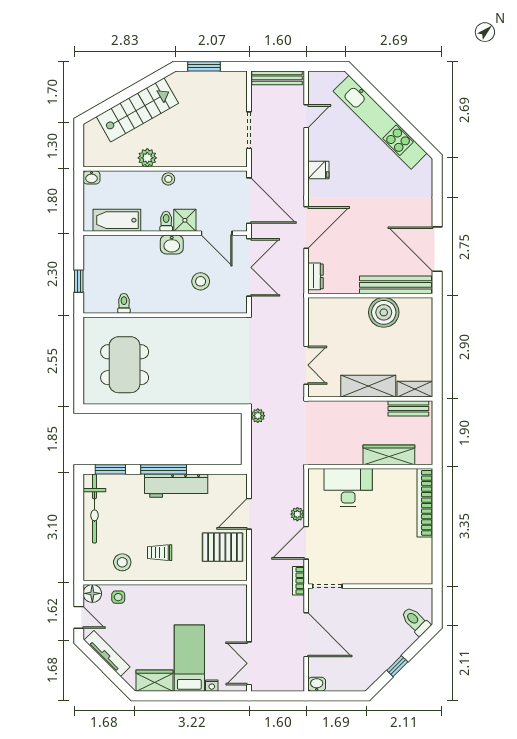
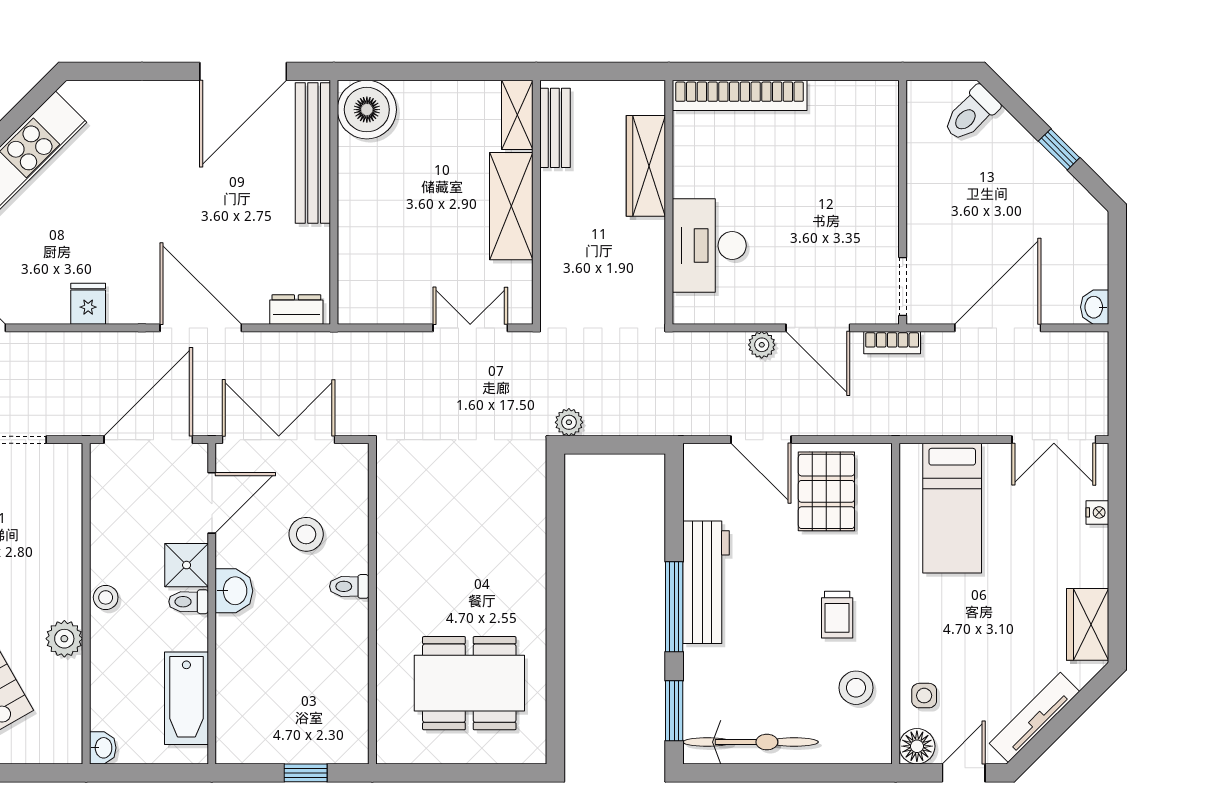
toilet: (124, 303) -> (349, 586), moved
boiler: (384, 312) -> (367, 110), moved
bed: (189, 658) -> (952, 508), moved, turned -90

